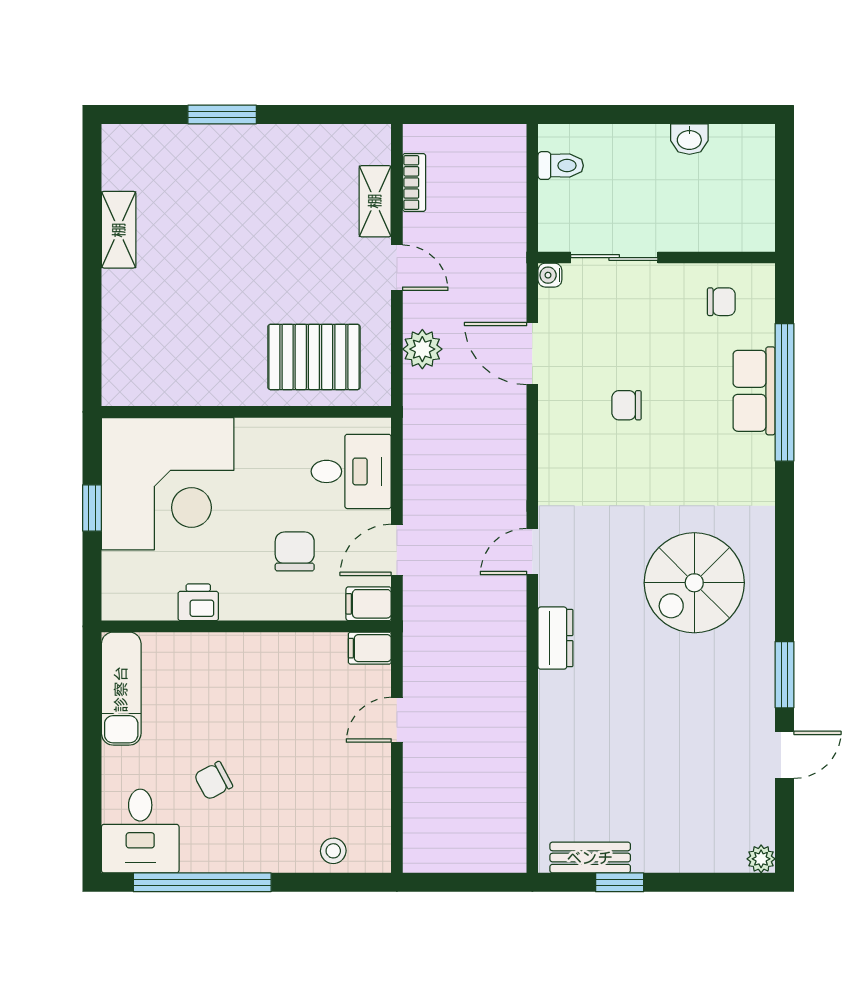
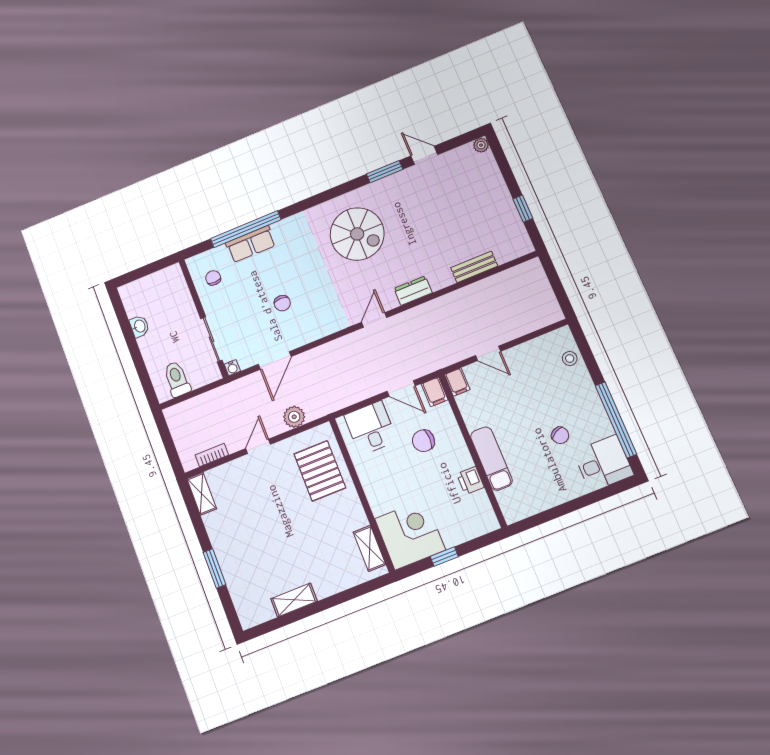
toilet: (561, 166) -> (177, 379), width x1.37, depth x1.39
shelving: (375, 201) -> (202, 494), moved, turned 90
shelving: (153, 390) -> (369, 548), added
corner desk: (168, 484) -> (410, 534), width x0.74, depth x0.74
door: (532, 551) -> (374, 320), swing flipped
exam couch: (121, 689) -> (491, 459), moved, turned 90
bench: (590, 858) -> (474, 267), moved, turned 90

